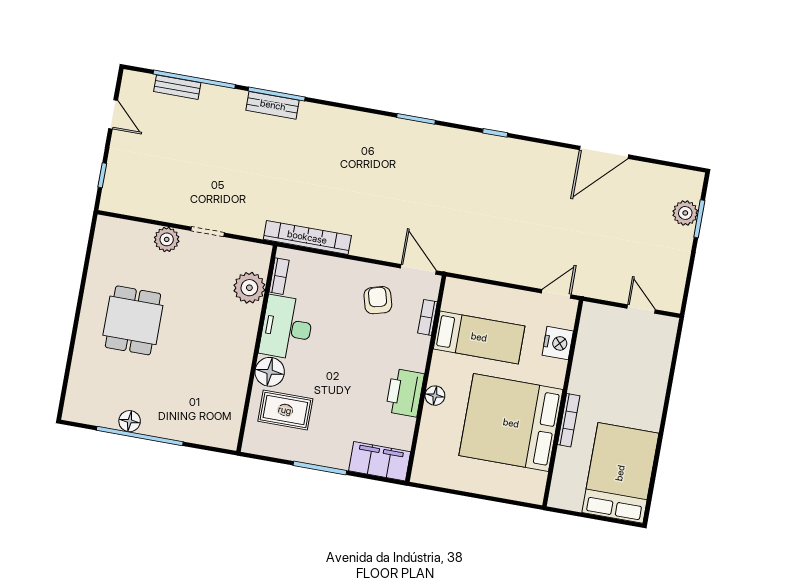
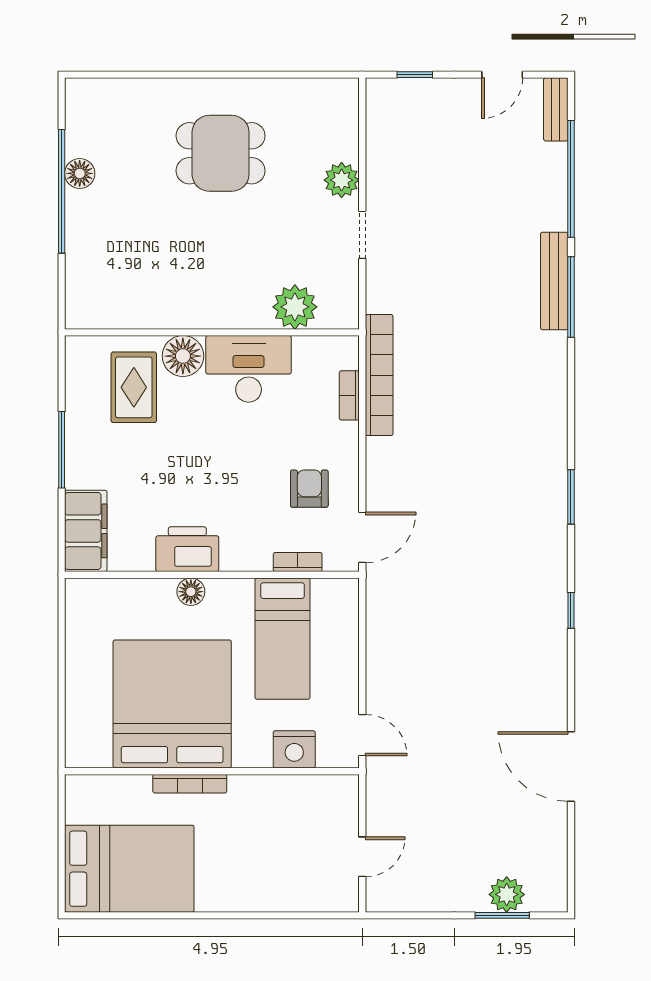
bench: (177, 87) -> (556, 109), moved
bench: (273, 105) -> (554, 281), width x1.36
bookcase: (279, 276) -> (349, 395), moved, turned 90
armchair: (378, 300) -> (309, 489), turned -75

